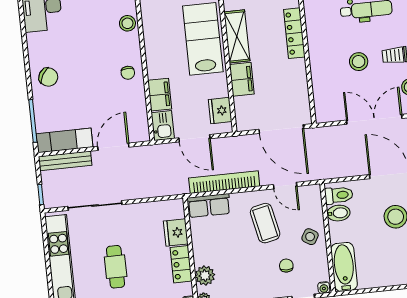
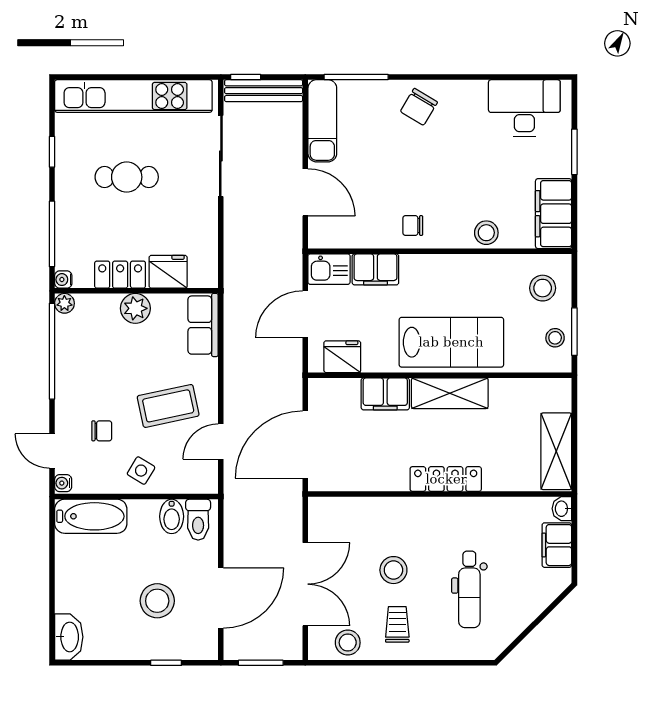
bench: (65, 161) -> (264, 91), moved, turned 90
bookcase: (224, 182) -> (235, 352), removed
plant: (205, 276) -> (135, 308), moved

